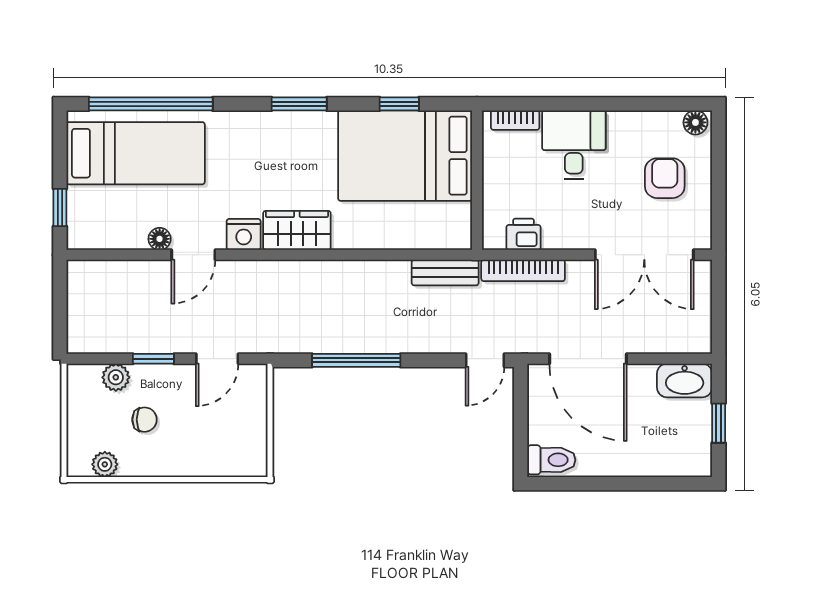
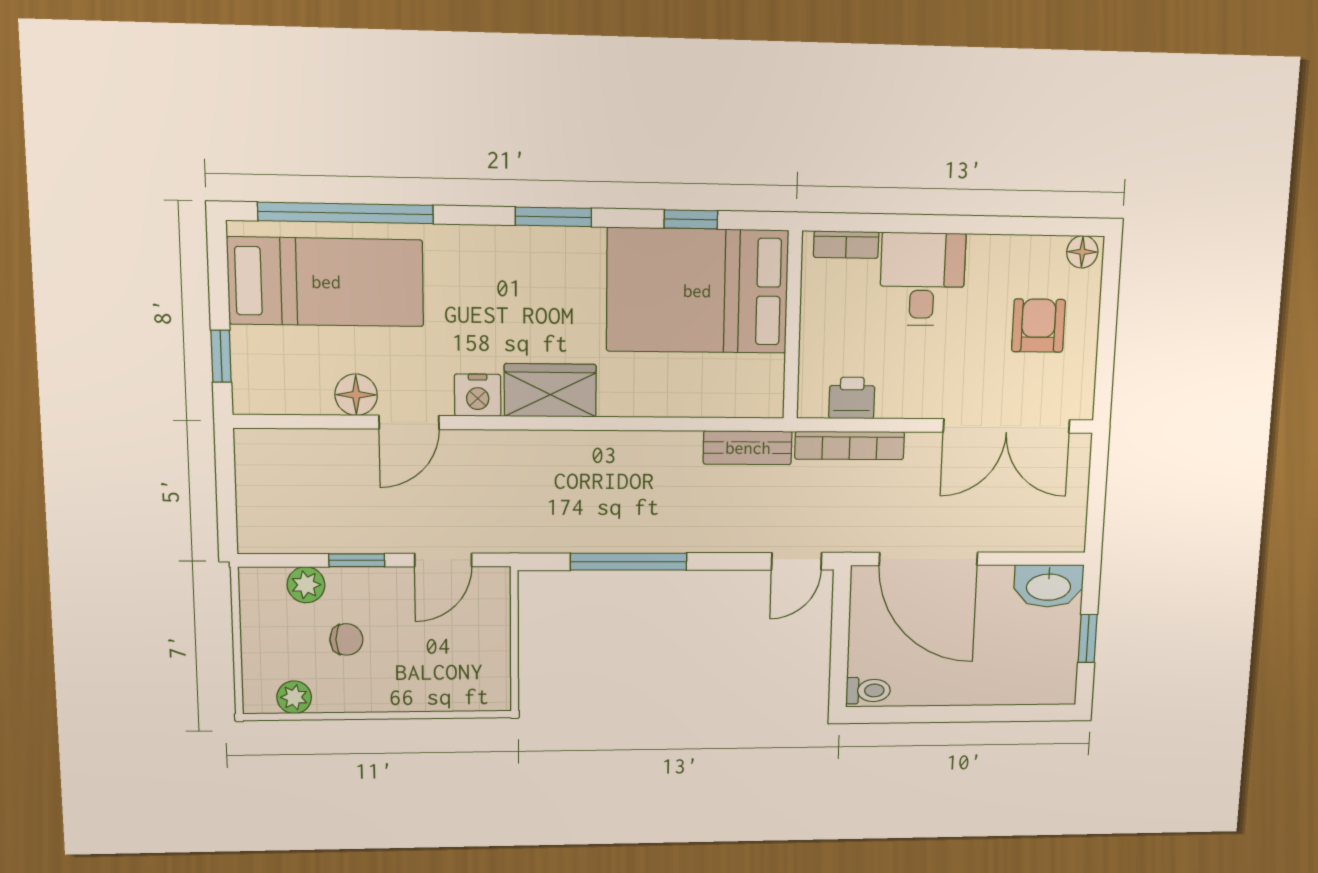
floor lamp: (160, 239) -> (356, 395), width x1.37, depth x1.37
toilet: (551, 460) -> (868, 691), width x0.73, depth x0.72

